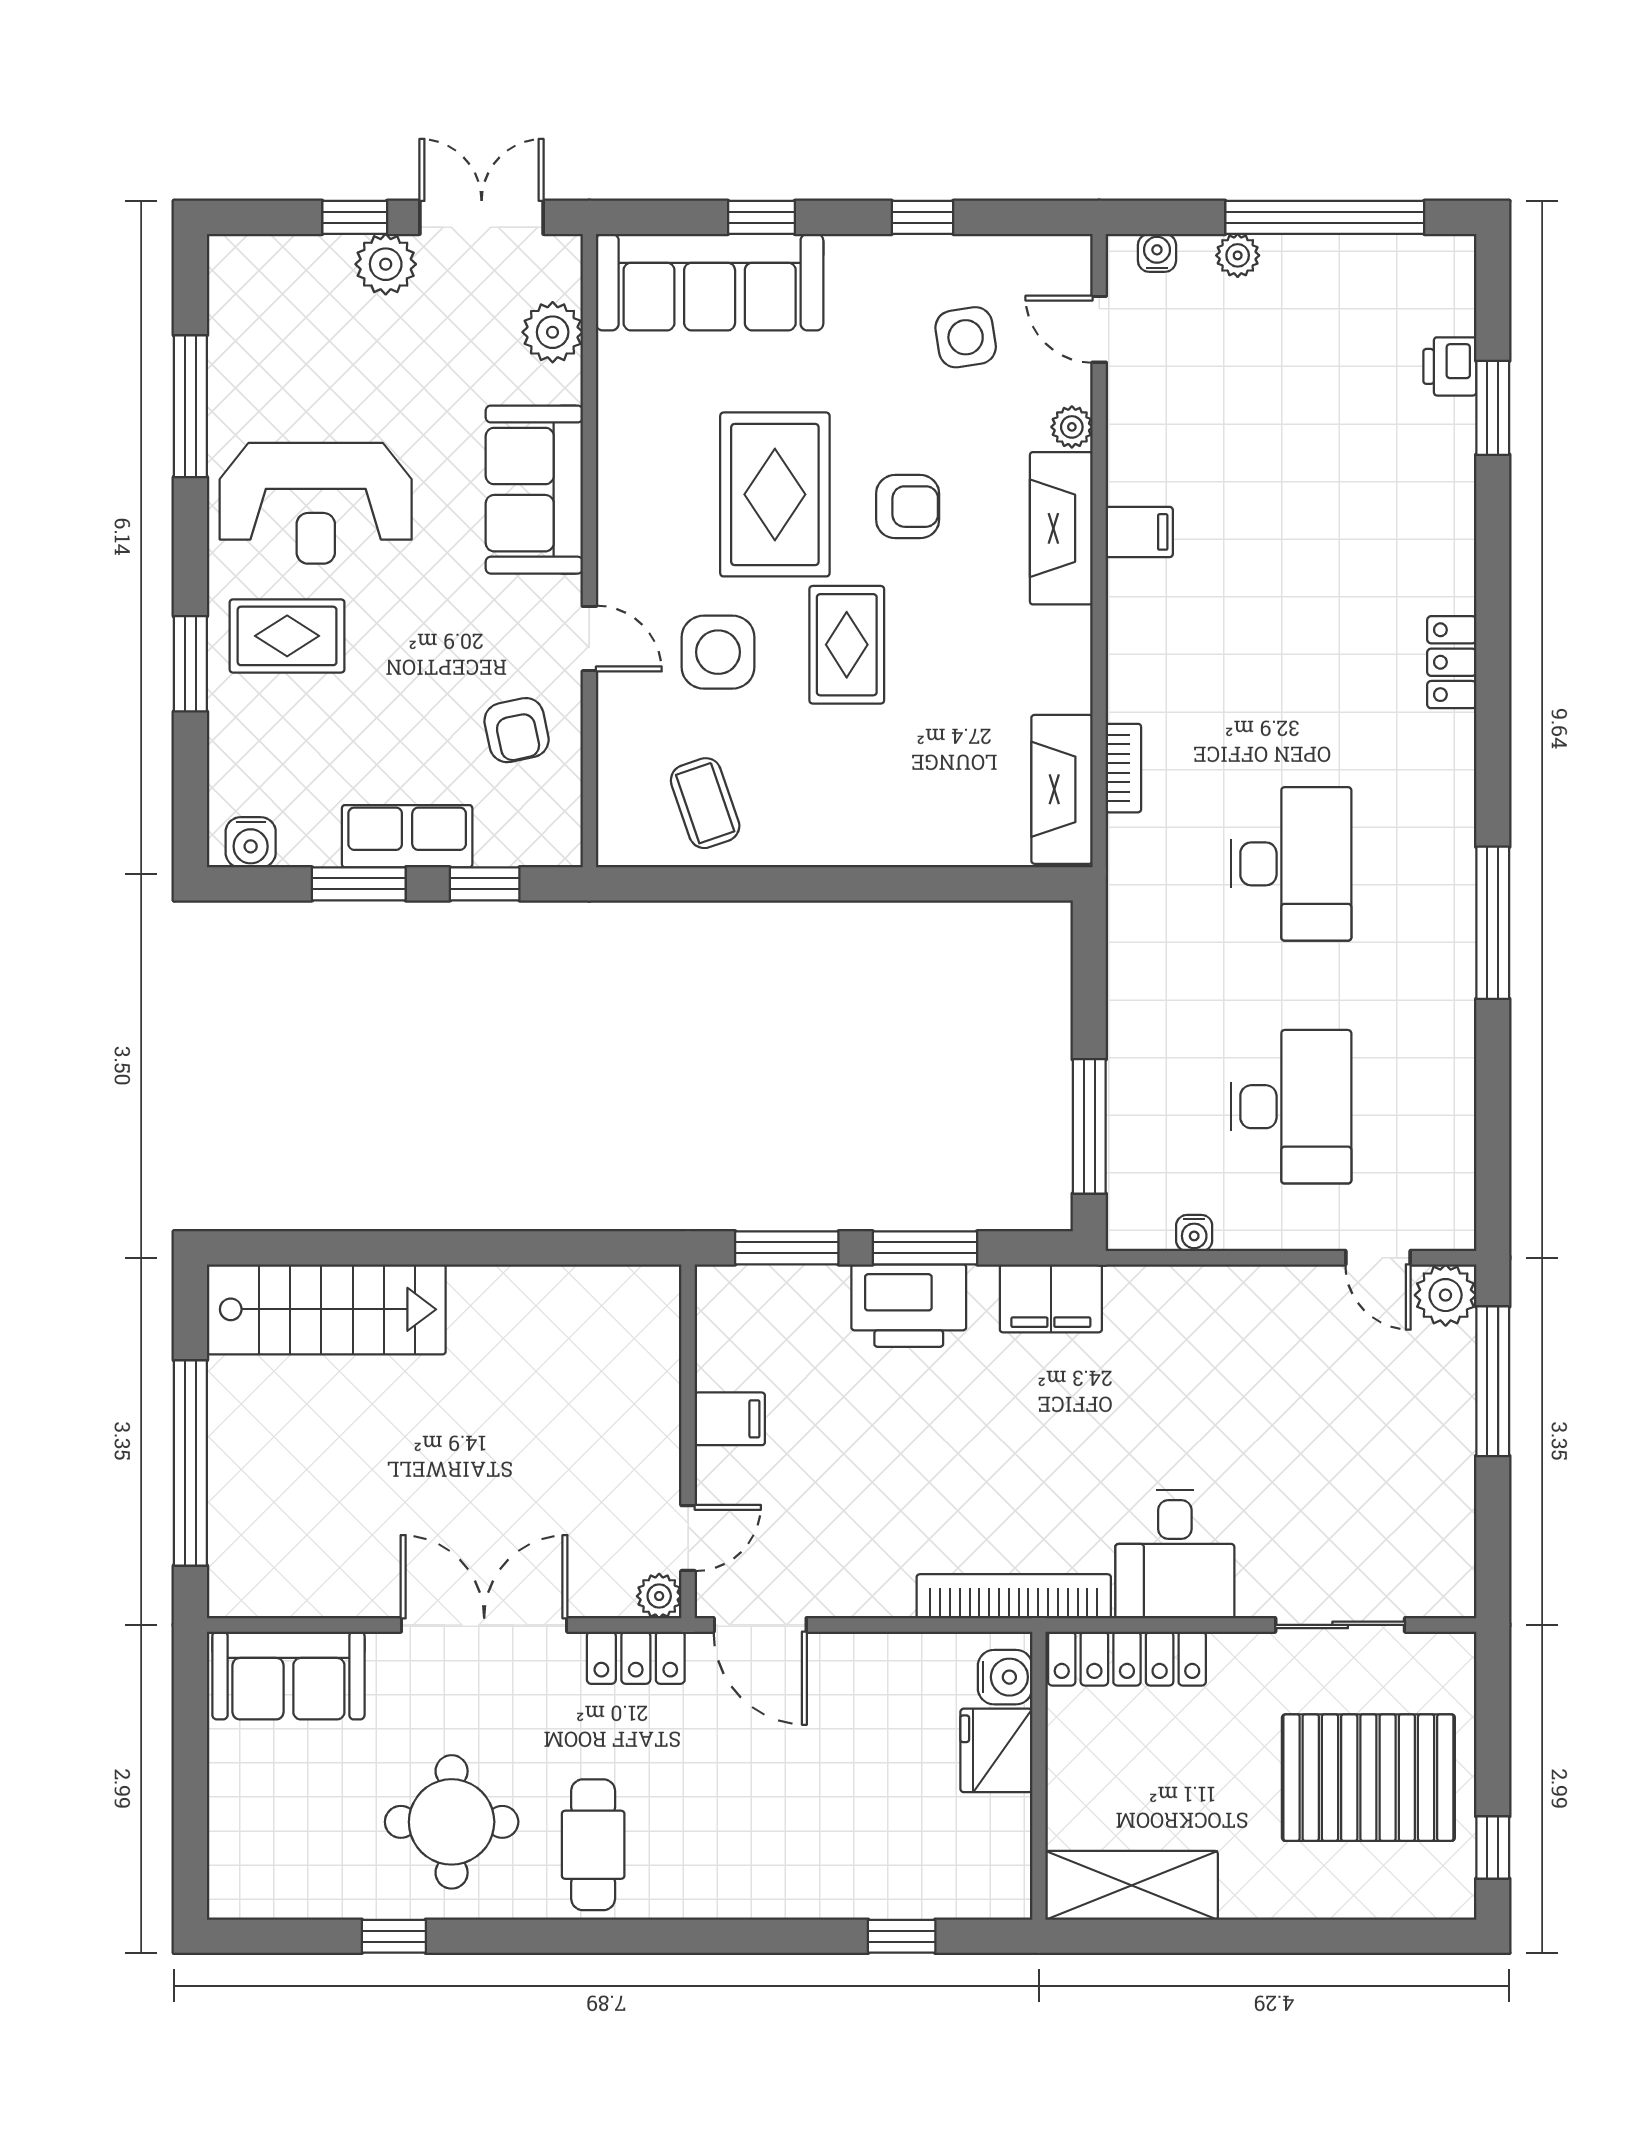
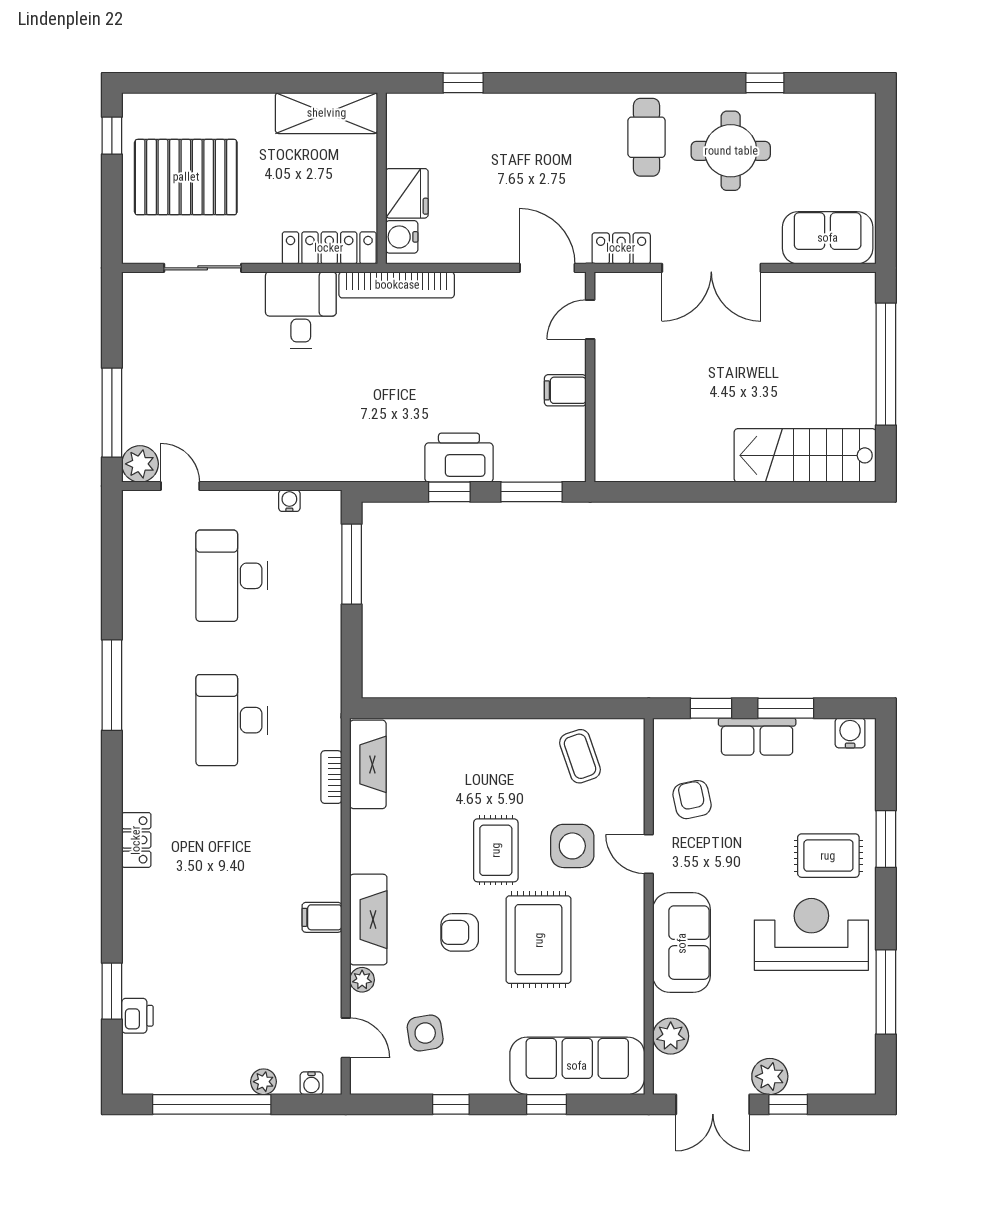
window: (925, 1248) -> (449, 492), width x0.67
filing cabinet: (1051, 1298) -> (375, 462), removed
plant: (659, 1596) -> (607, 285), removed

